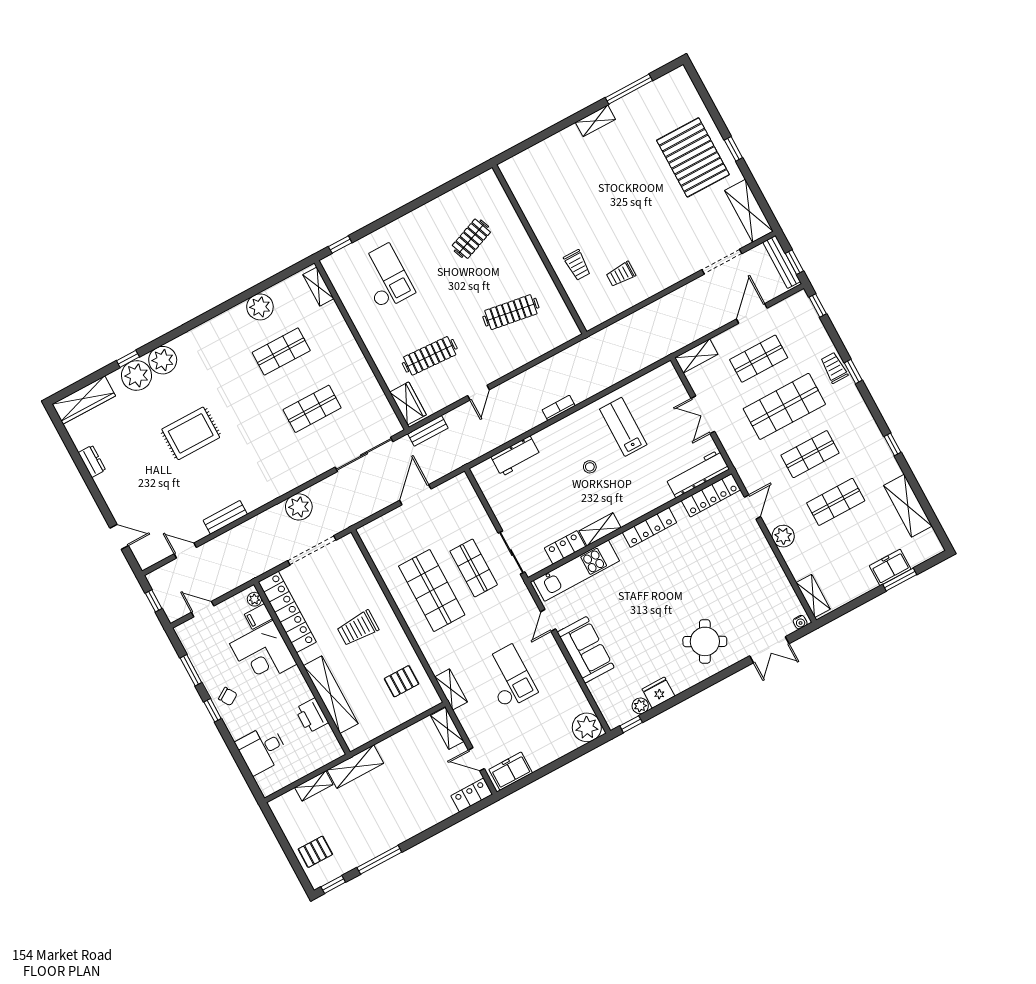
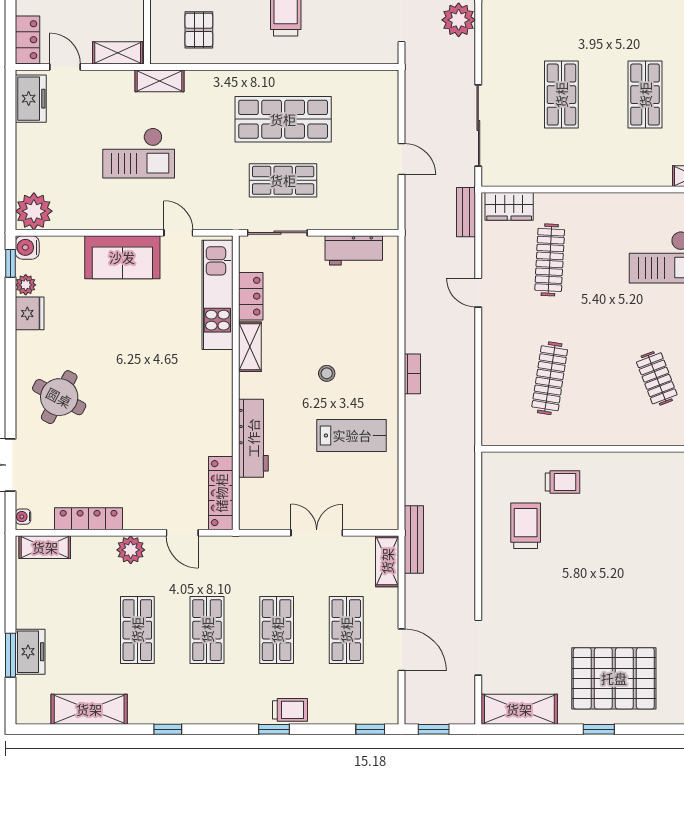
bench: (782, 262) -> (414, 539), moved, turned 90
trolley: (577, 265) -> (563, 482), turned 180
trolley: (621, 274) -> (526, 526), width x1.36, depth x1.39
shop shelf: (784, 406) -> (277, 630), width x0.70, depth x0.74
workbench: (516, 456) -> (354, 250), moved, turned -90
workbench: (697, 474) -> (253, 438), moved
door: (415, 495) -> (402, 159), width x0.73
locker: (650, 527) -> (89, 519), moved, turned 90
water cooler: (614, 719) -> (27, 247), added
door: (476, 759) -> (65, 67), hinge flipped

